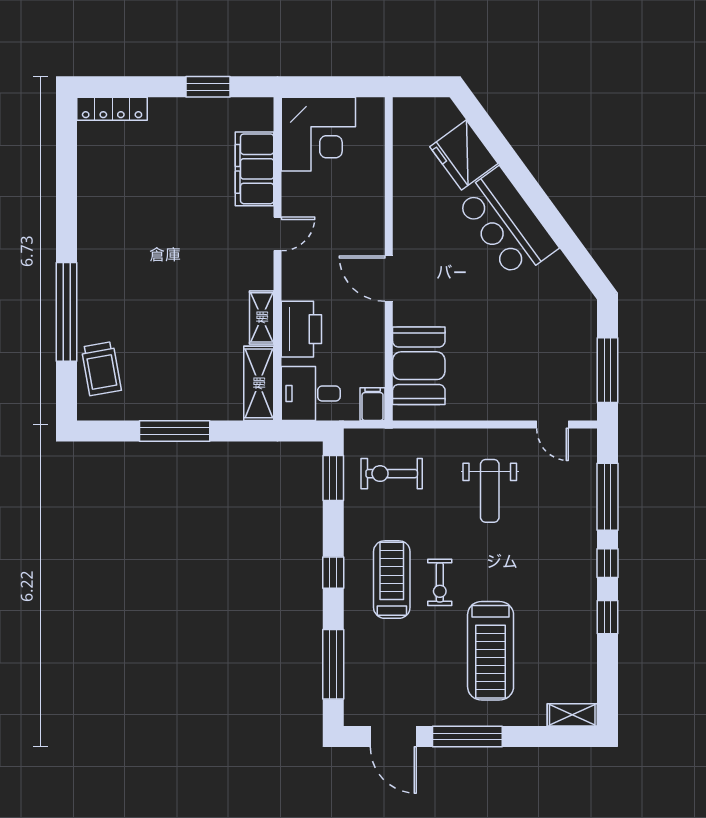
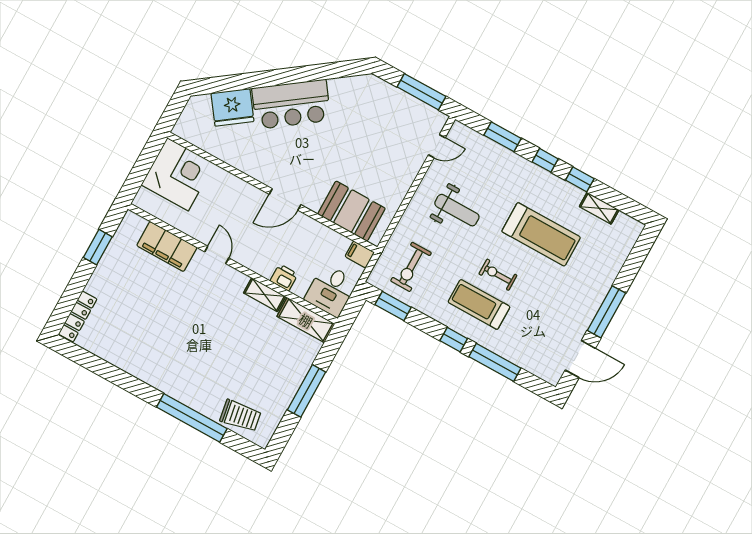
corner desk: (318, 134) -> (178, 174), moved
printer: (301, 329) -> (284, 278), width x0.53, depth x0.68
window: (608, 497) -> (503, 137), width x0.69
exercise bike: (440, 582) -> (498, 275), turned 180
treadmill: (491, 651) -> (541, 234), moved
window: (333, 664) -> (495, 362), moved
shelving: (572, 715) -> (599, 208), moved, turned 90

